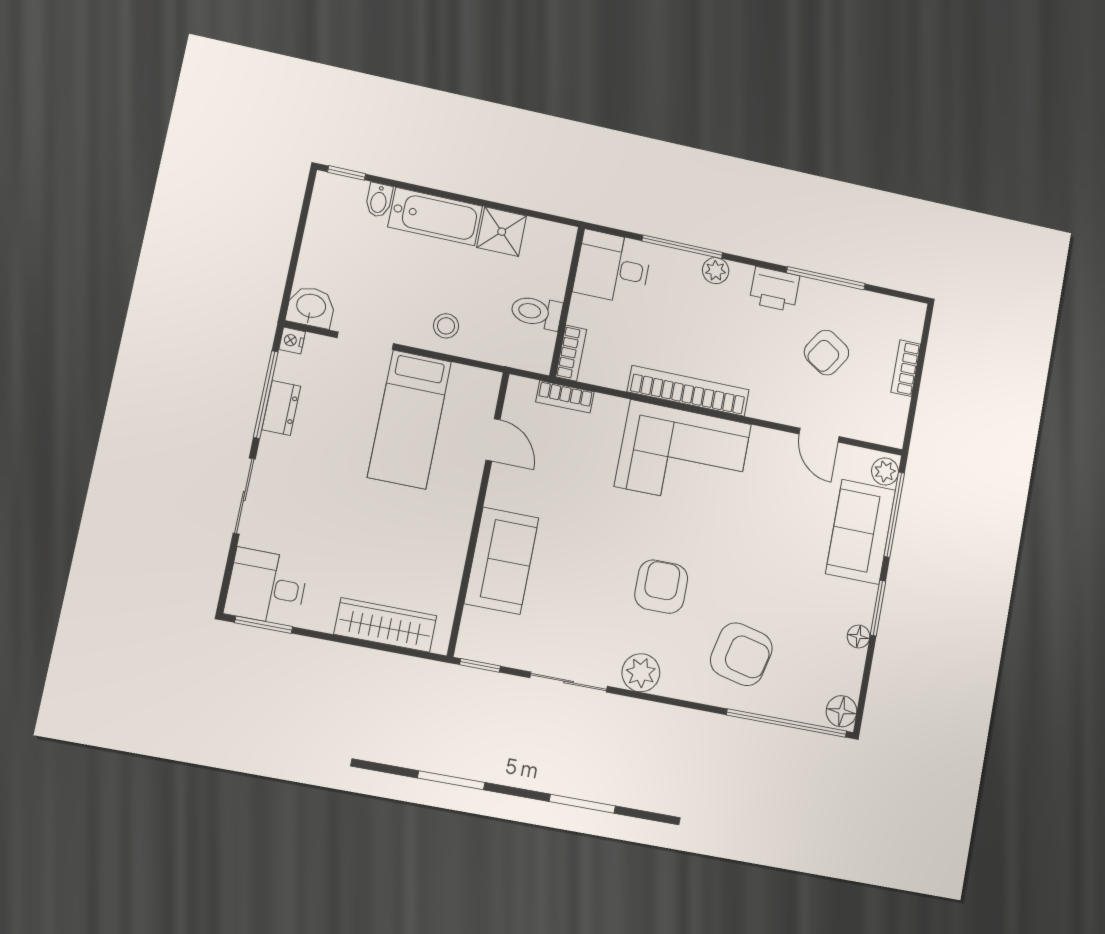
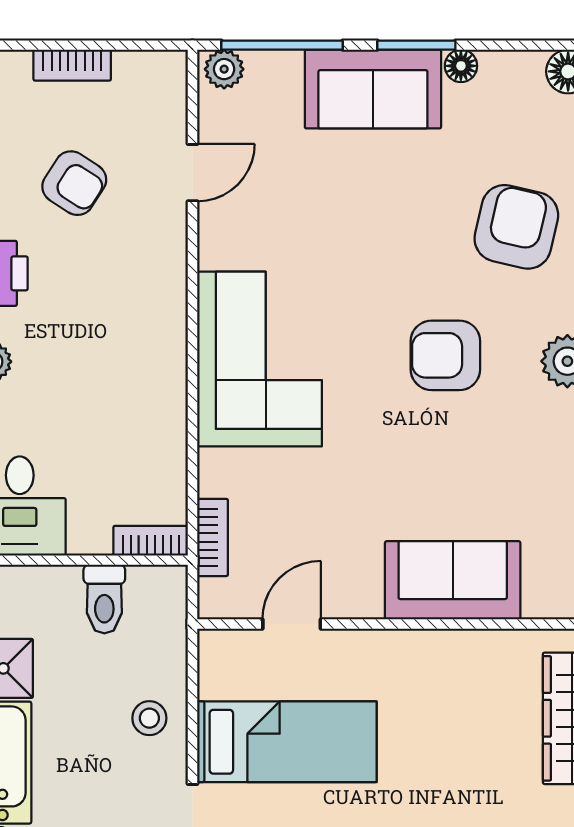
bookcase: (688, 391) -> (169, 368), removed
sofa: (861, 532) -> (373, 89), moved

